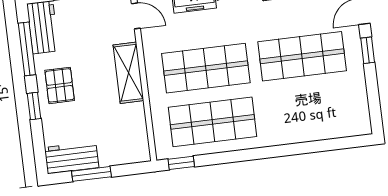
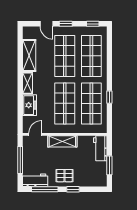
window: (374, 105) -> (93, 24), added
shop shelf: (309, 110) -> (91, 56), added
workbench: (72, 158) -> (100, 148), moved
window: (181, 163) -> (109, 97), moved

